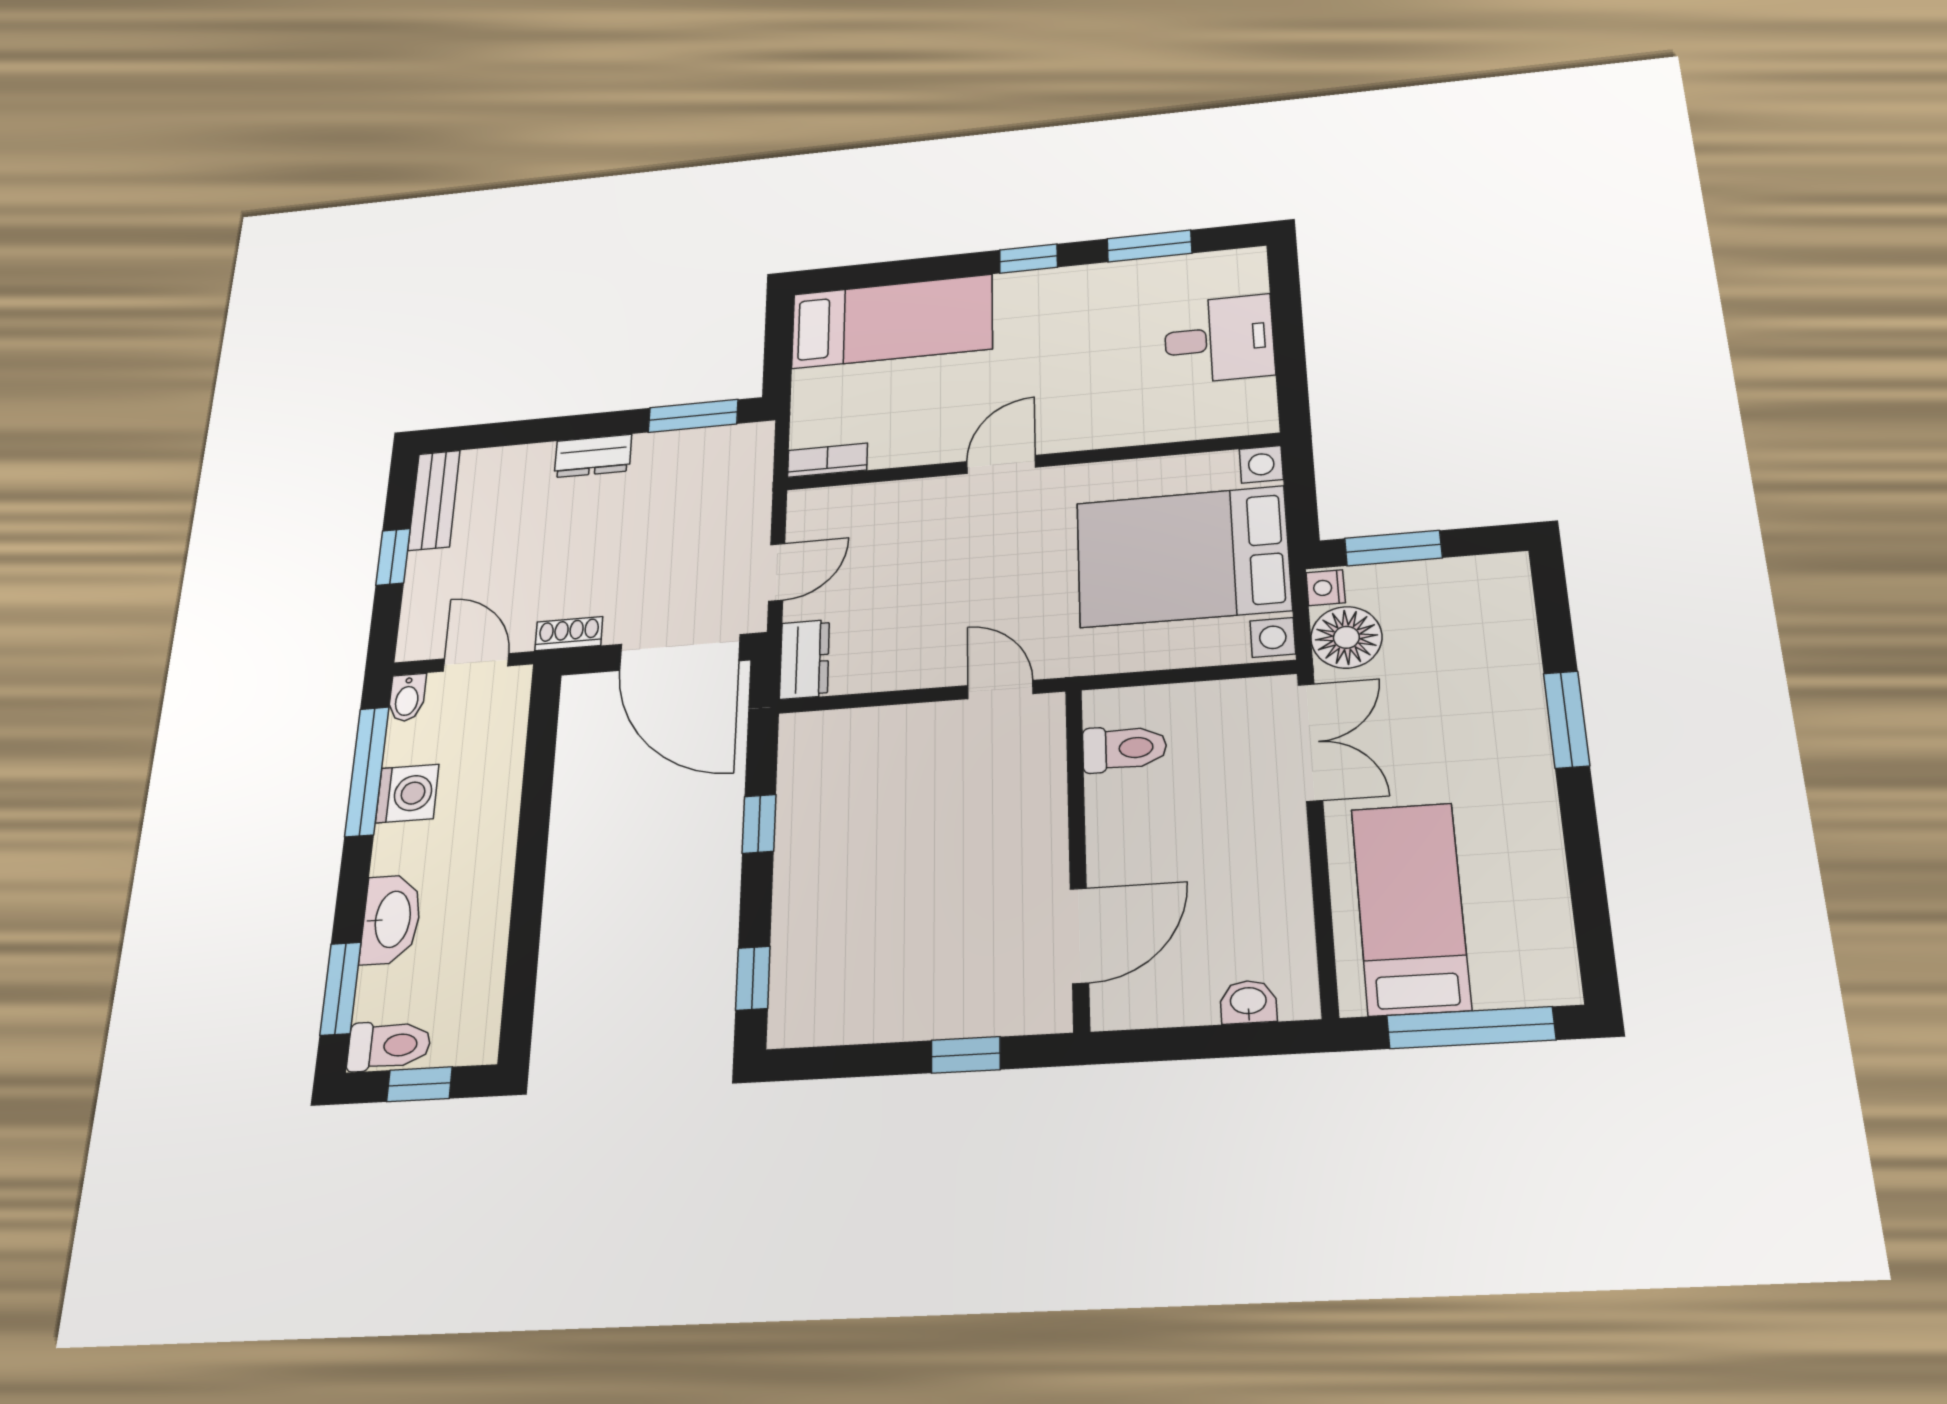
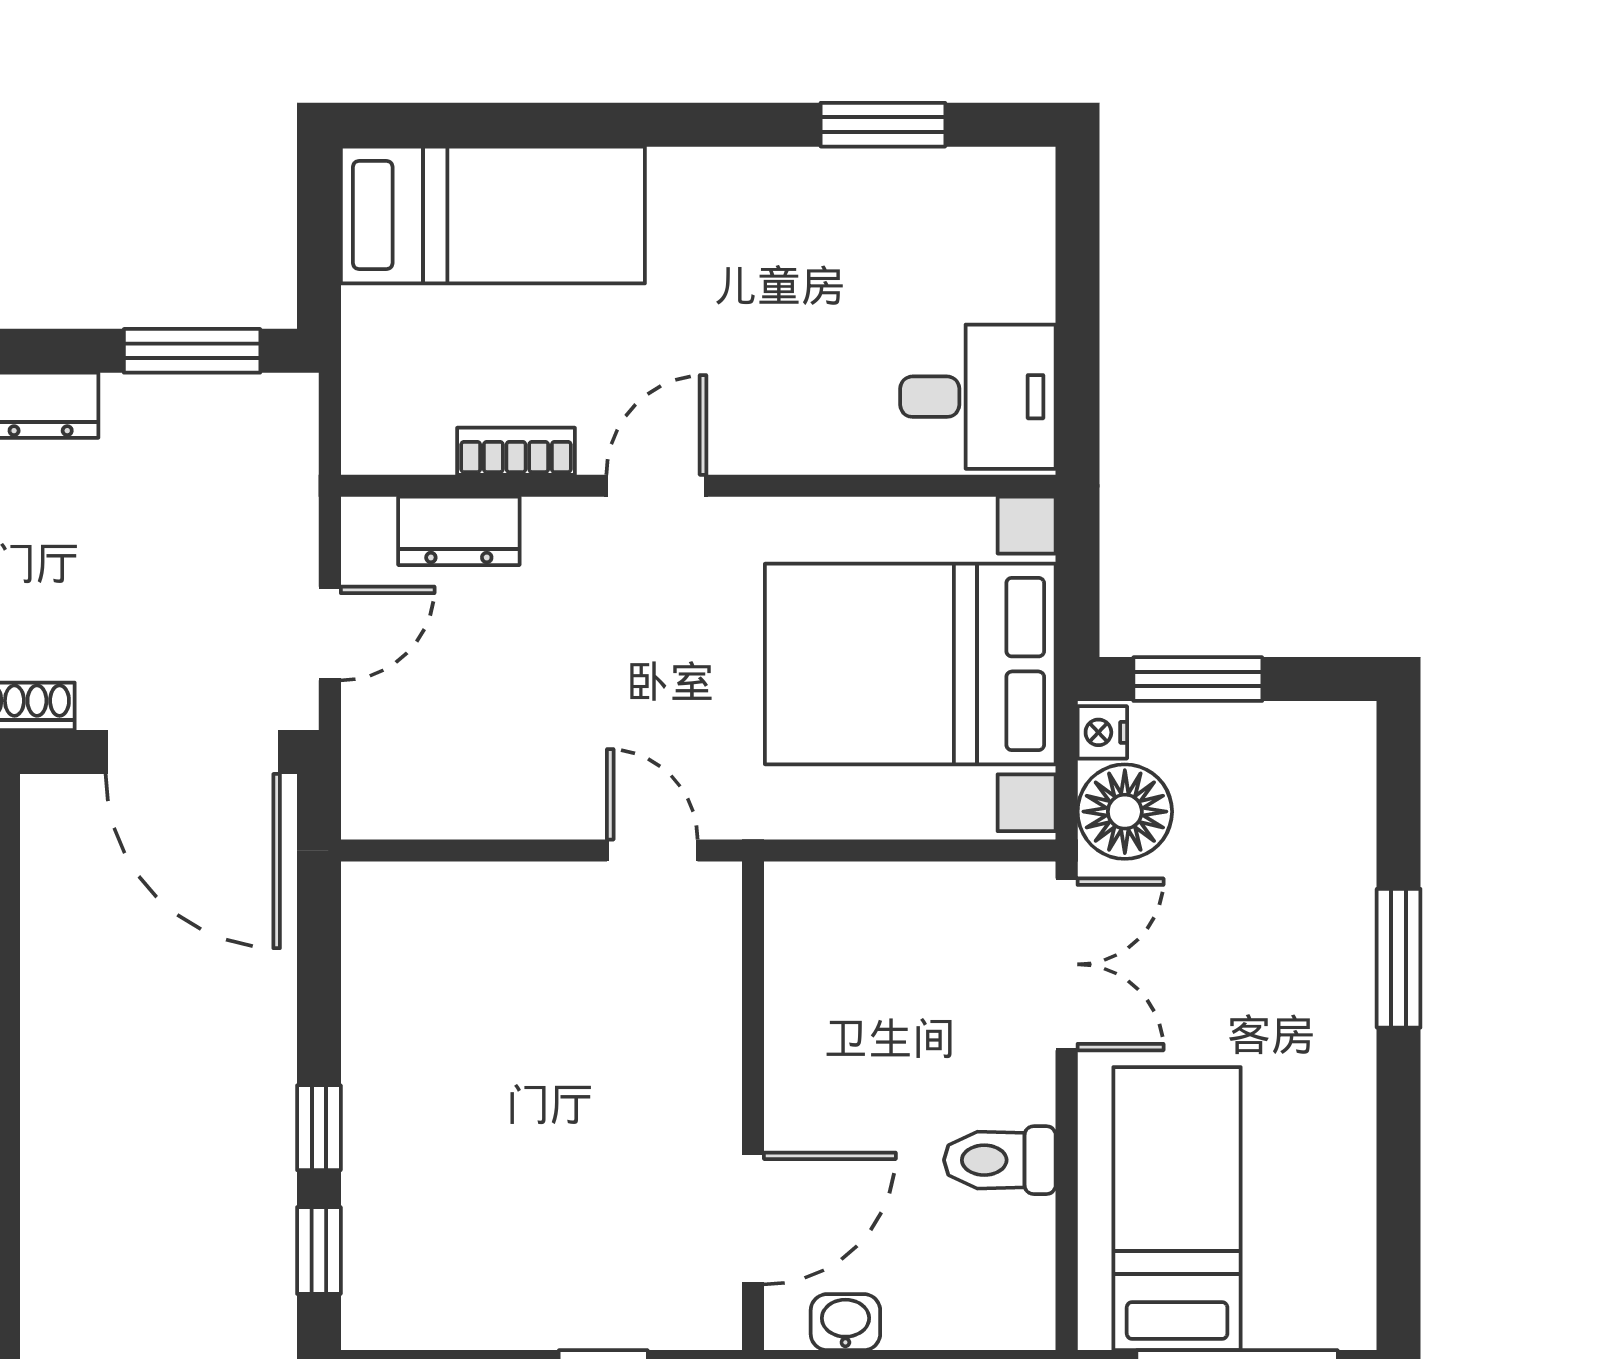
window: (1028, 259) -> (701, 125), removed
desk: (1219, 339) -> (978, 397), moved
bookcase: (827, 460) -> (516, 451), moved
dresser: (804, 659) -> (459, 531), moved, turned 90
toilet: (1124, 748) -> (1000, 1160), moved, turned 180
window: (759, 824) -> (319, 1128), moved
washbasin: (1248, 1002) -> (845, 1322), moved

